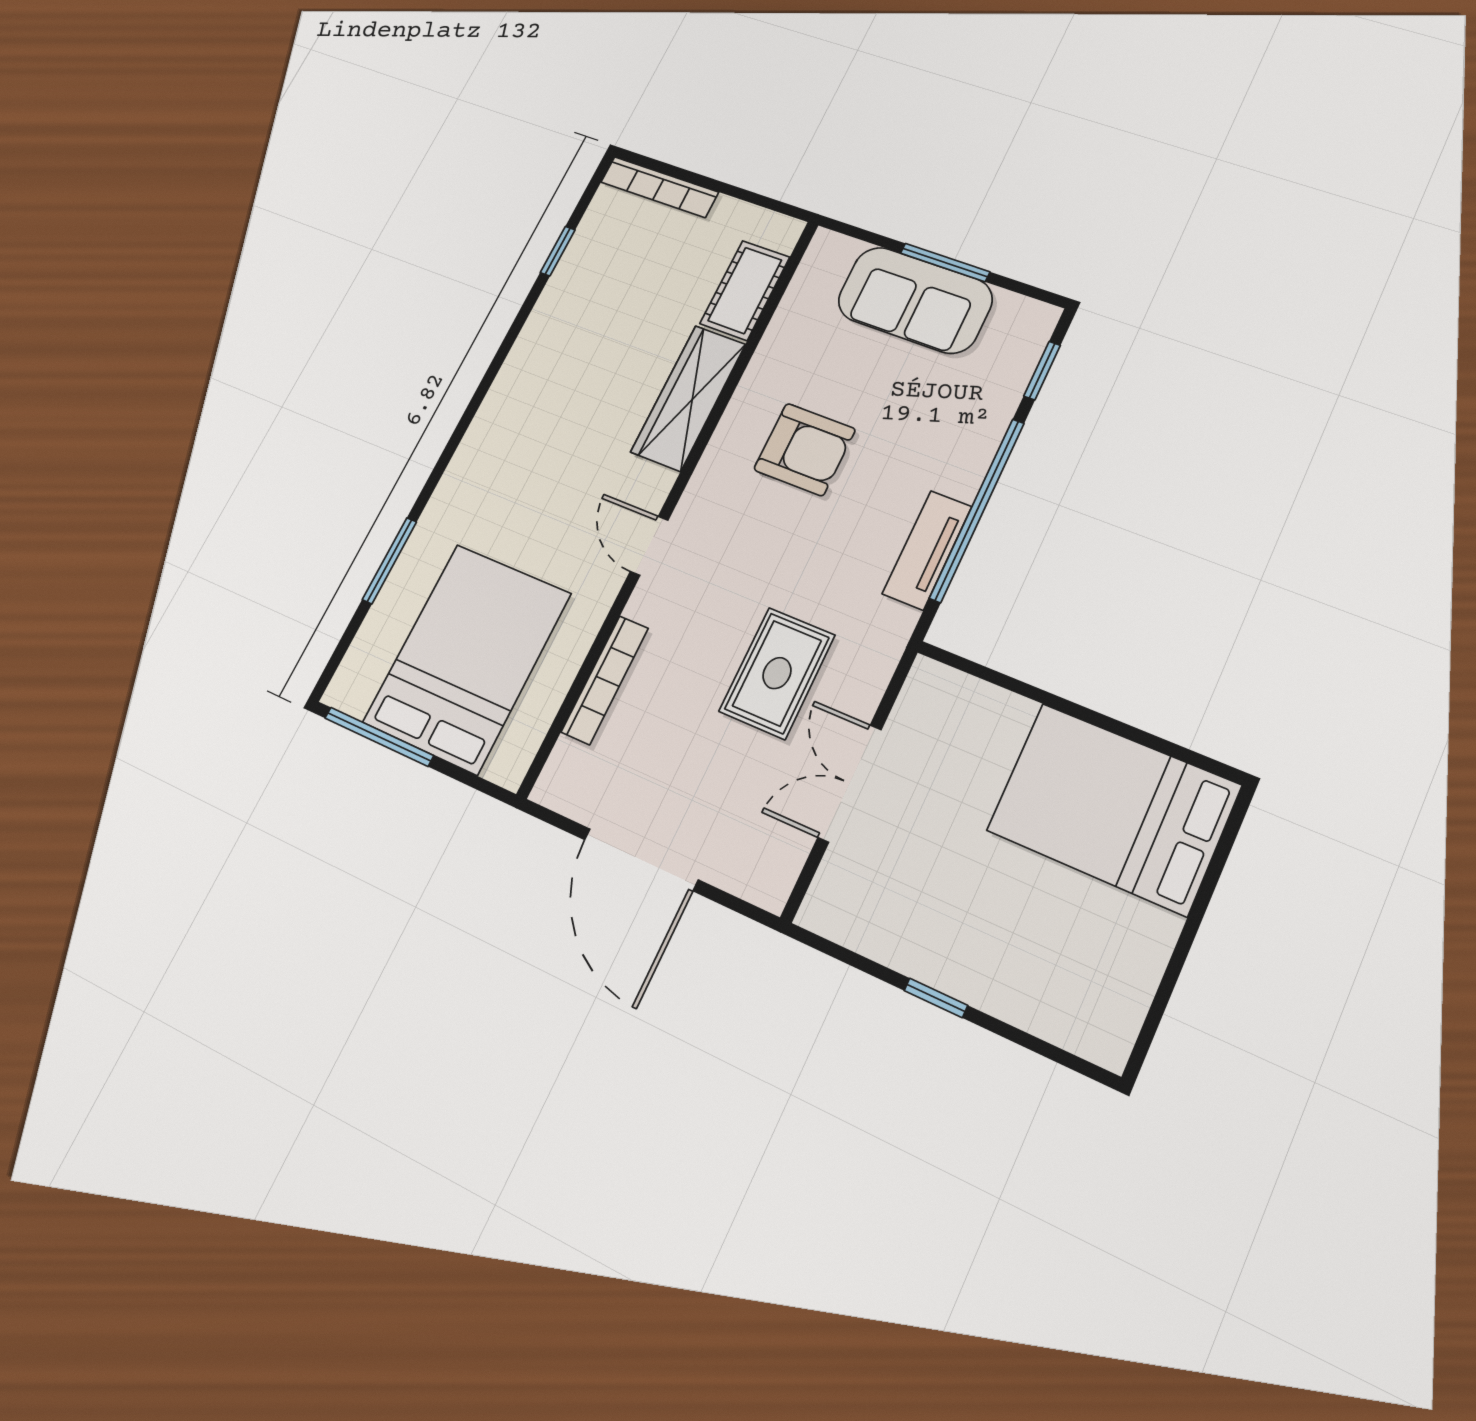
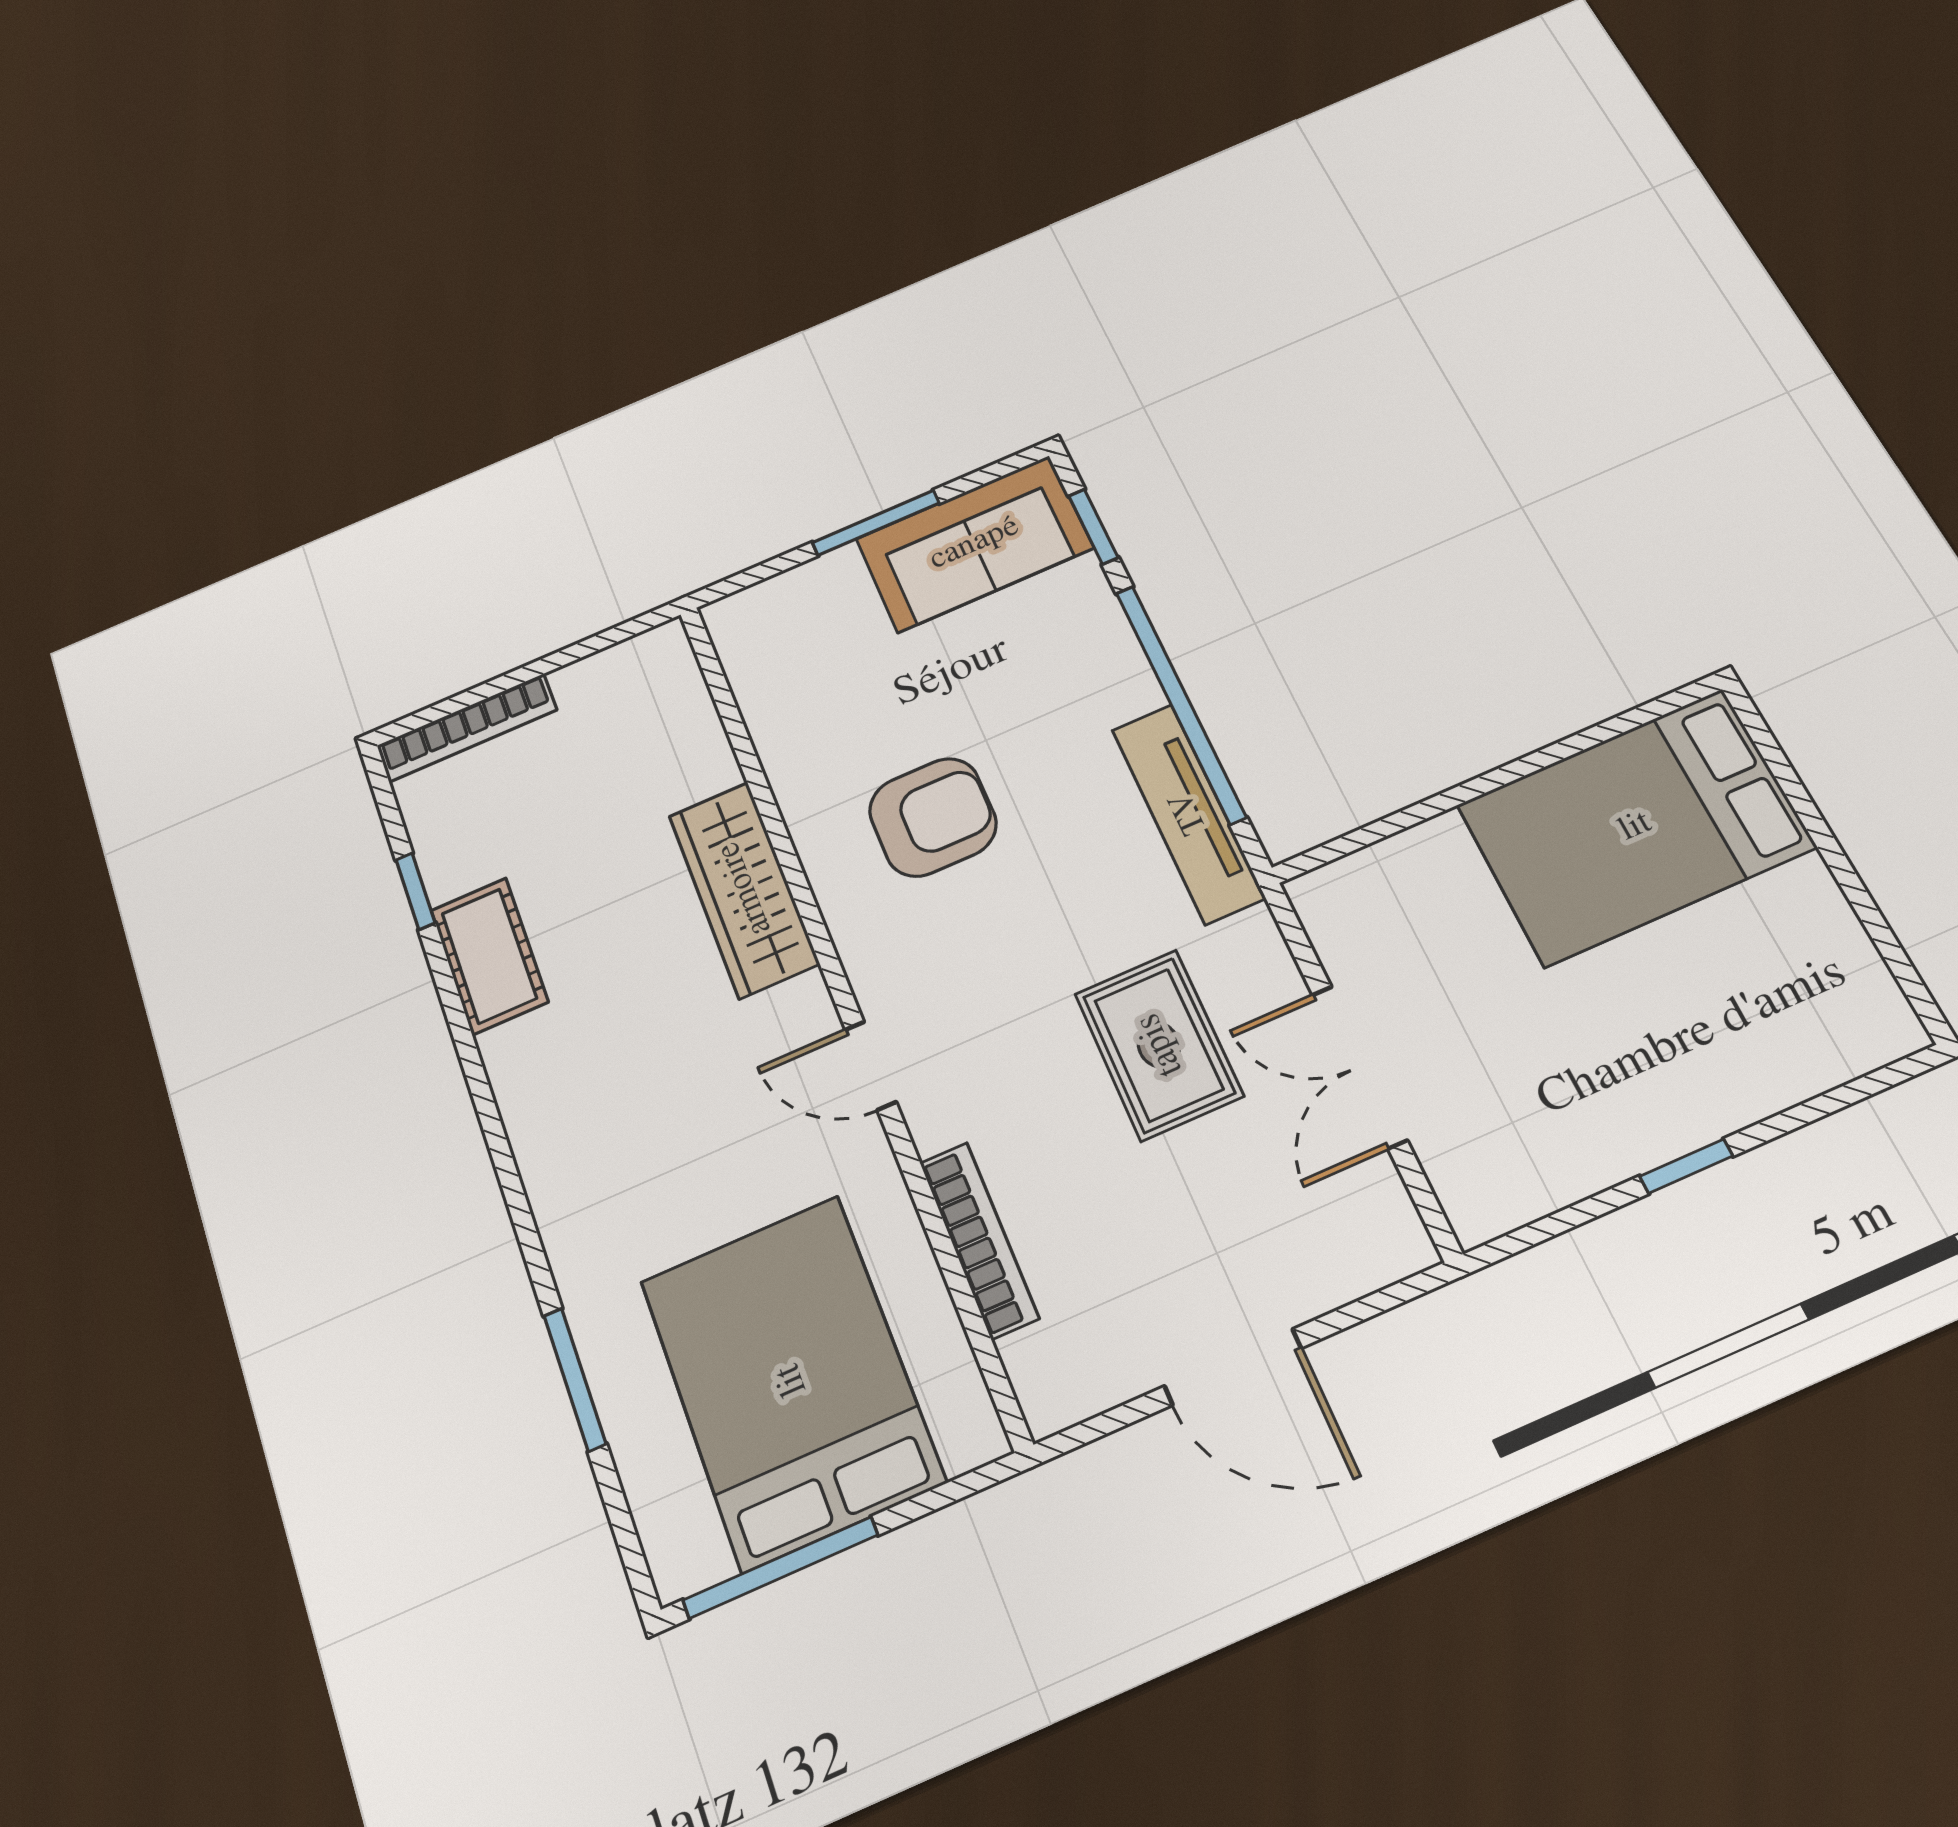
cot: (745, 290) -> (489, 956), moved
sofa: (915, 300) -> (974, 543), moved
tv unit: (927, 550) -> (1188, 813), width x1.41
door: (641, 860) -> (1233, 1367), width x0.73

